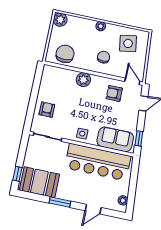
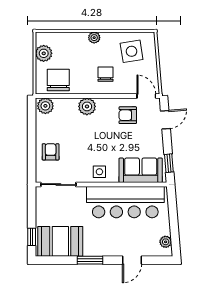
plant: (60, 20) -> (44, 53), moved
plant: (50, 72) -> (45, 106), added

